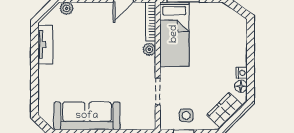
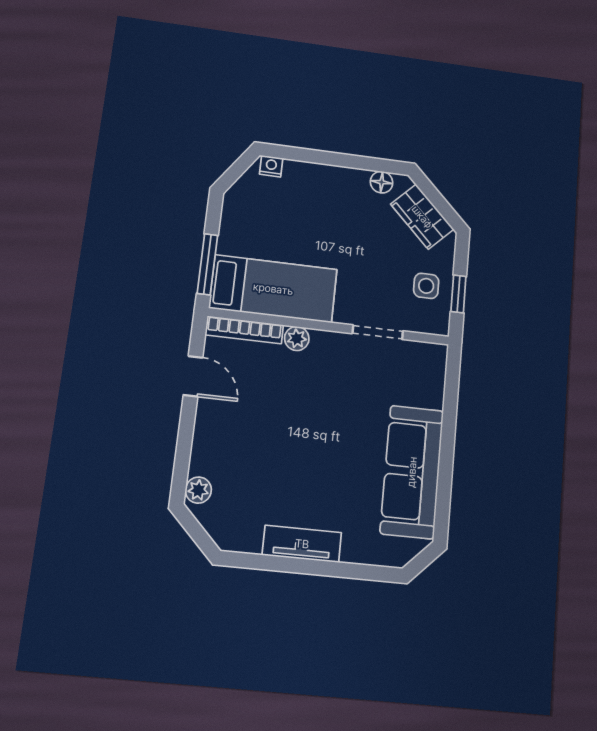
tv unit: (45, 45) -> (302, 544), moved
nightstand: (242, 73) -> (271, 166), moved

